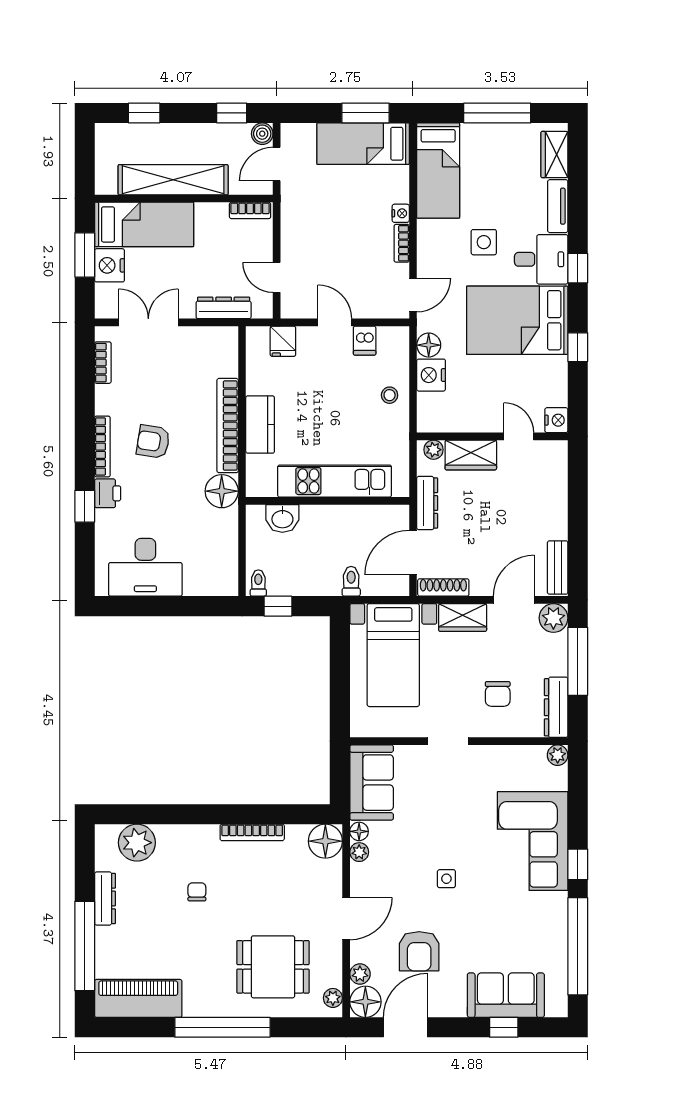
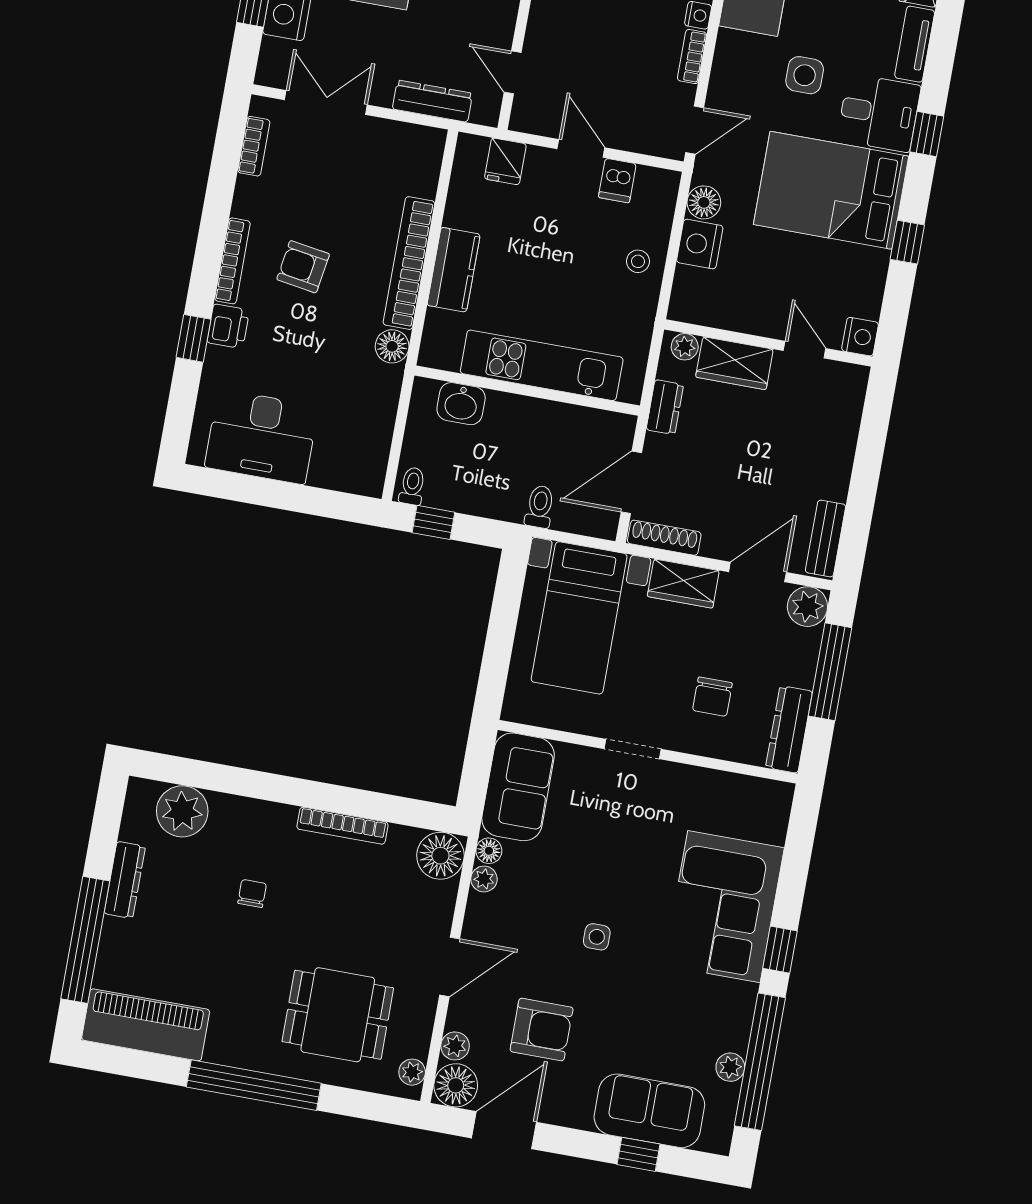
floor lamp: (222, 491) -> (392, 346), width x0.73, depth x0.73
dresser: (427, 503) -> (665, 407), width x0.70
plant: (558, 755) -> (730, 1067), moved
armchair: (419, 951) -> (542, 1029), turned -90

